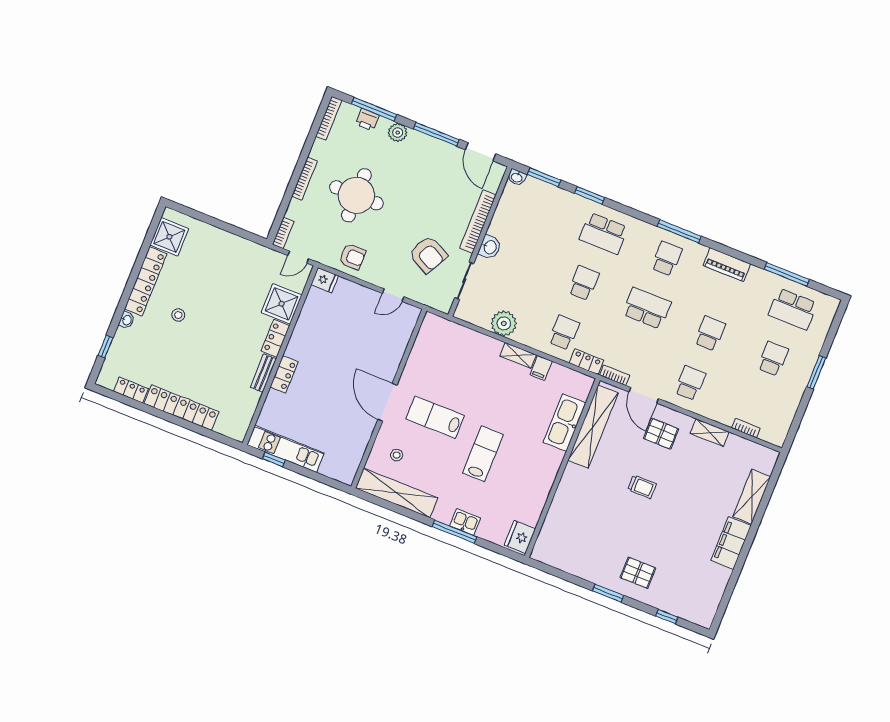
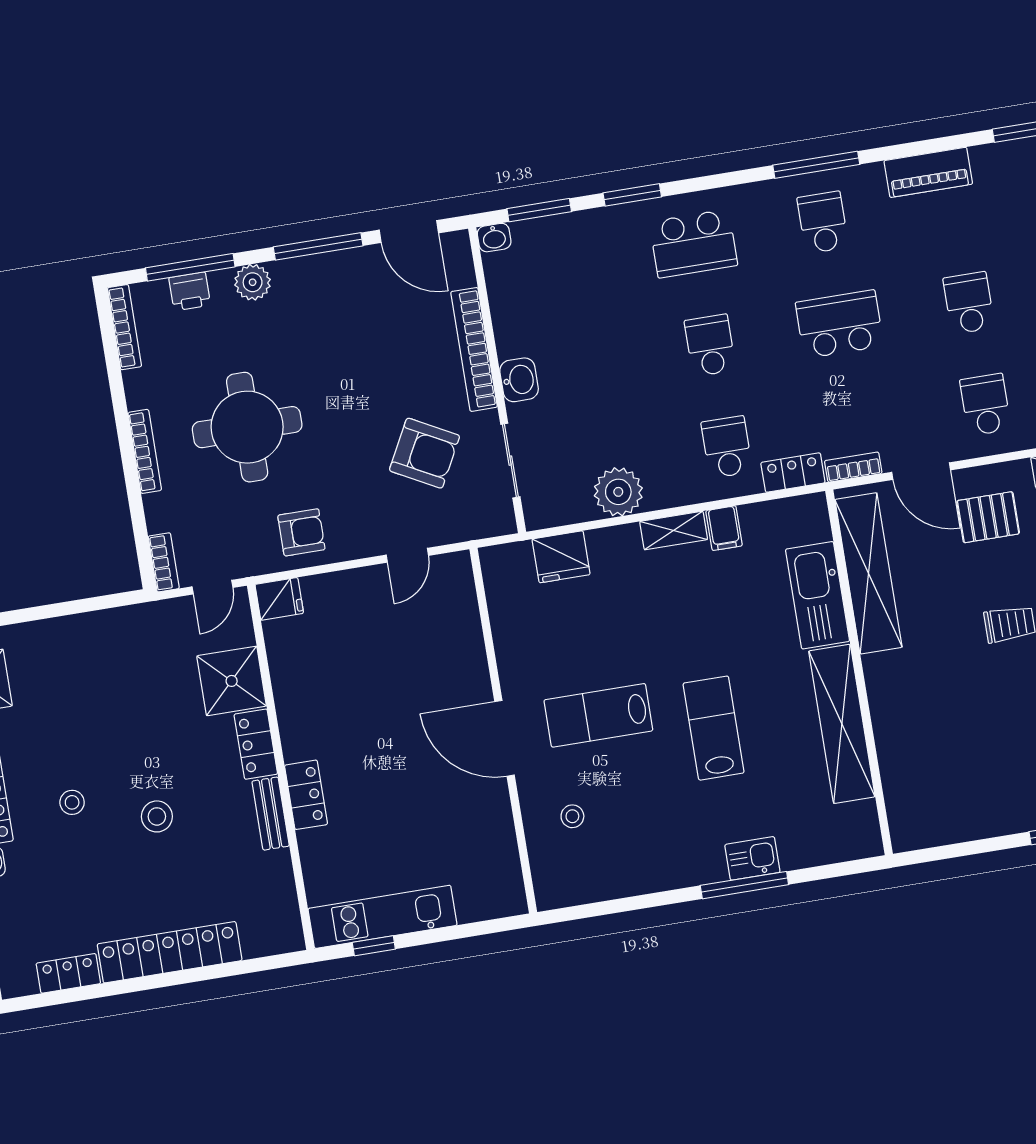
stool: (212, 344) -> (157, 816), added
shelving: (397, 493) -> (842, 724), moved, turned 90
fridge: (520, 537) -> (561, 557), moved, turned -90

